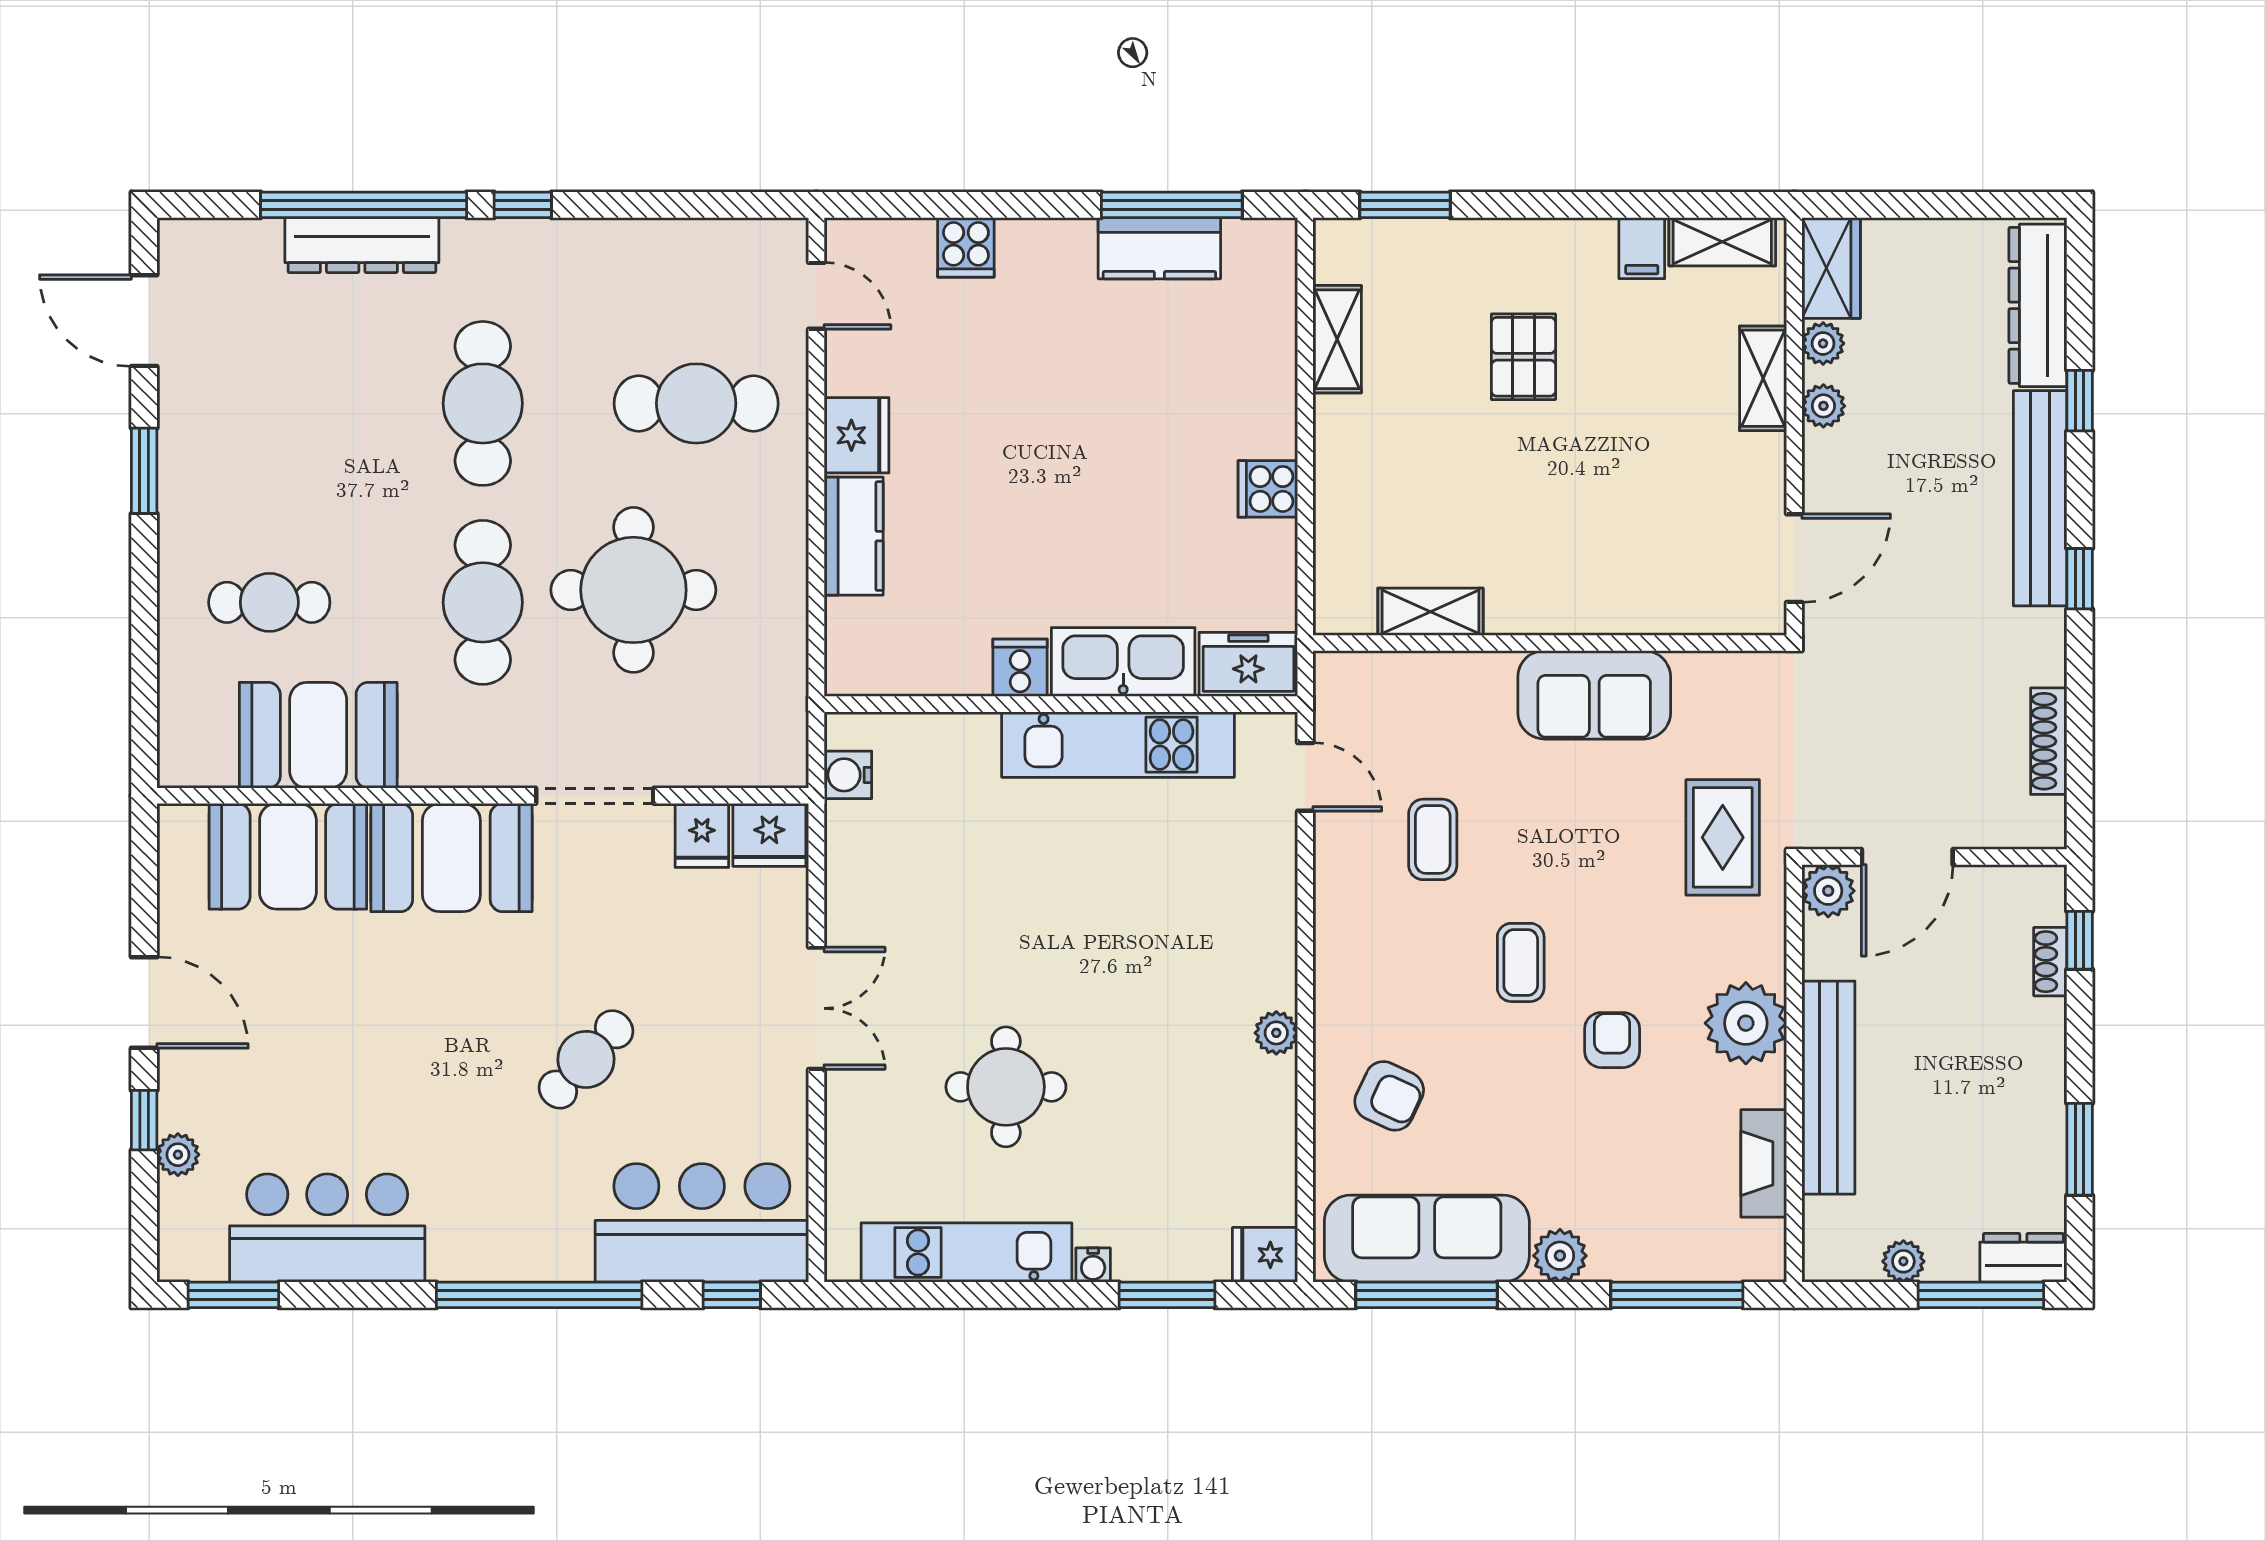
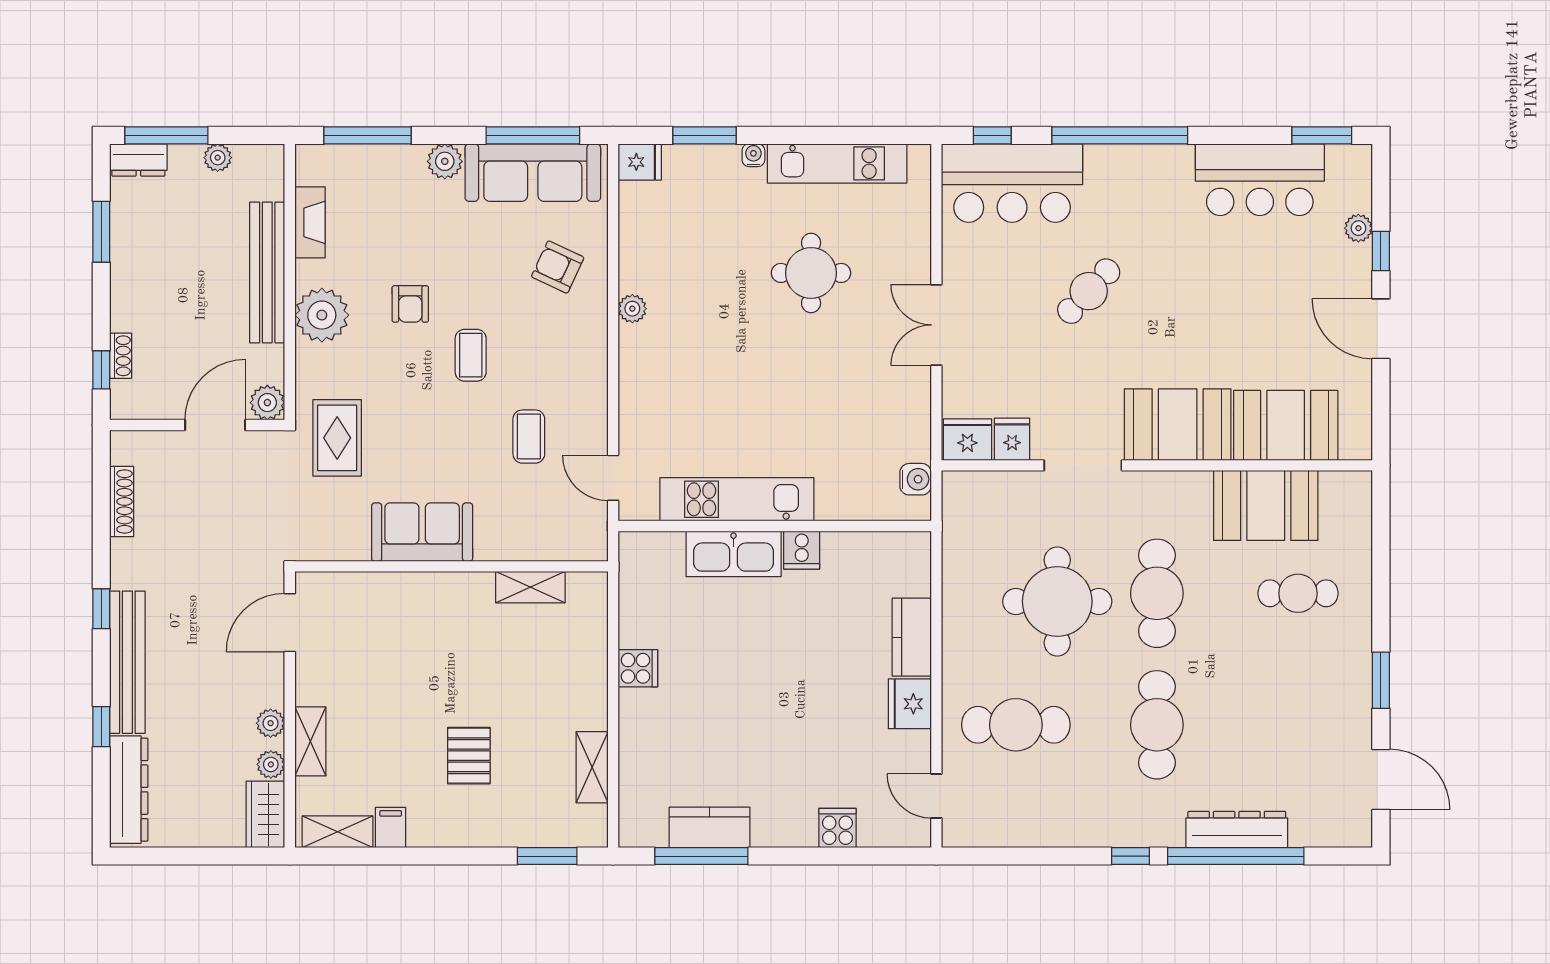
freezer: (1248, 664) -> (651, 552), removed

